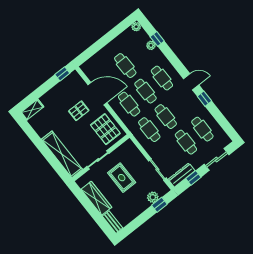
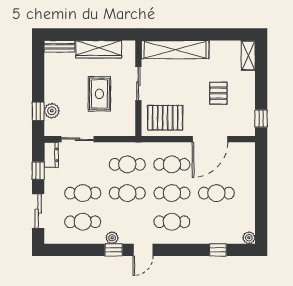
plant: (151, 45) -> (112, 238), moved
pallet: (79, 111) -> (218, 93), moved
dresser: (182, 175) -> (51, 155), width x0.70
rug: (122, 178) -> (99, 94), turned 90

